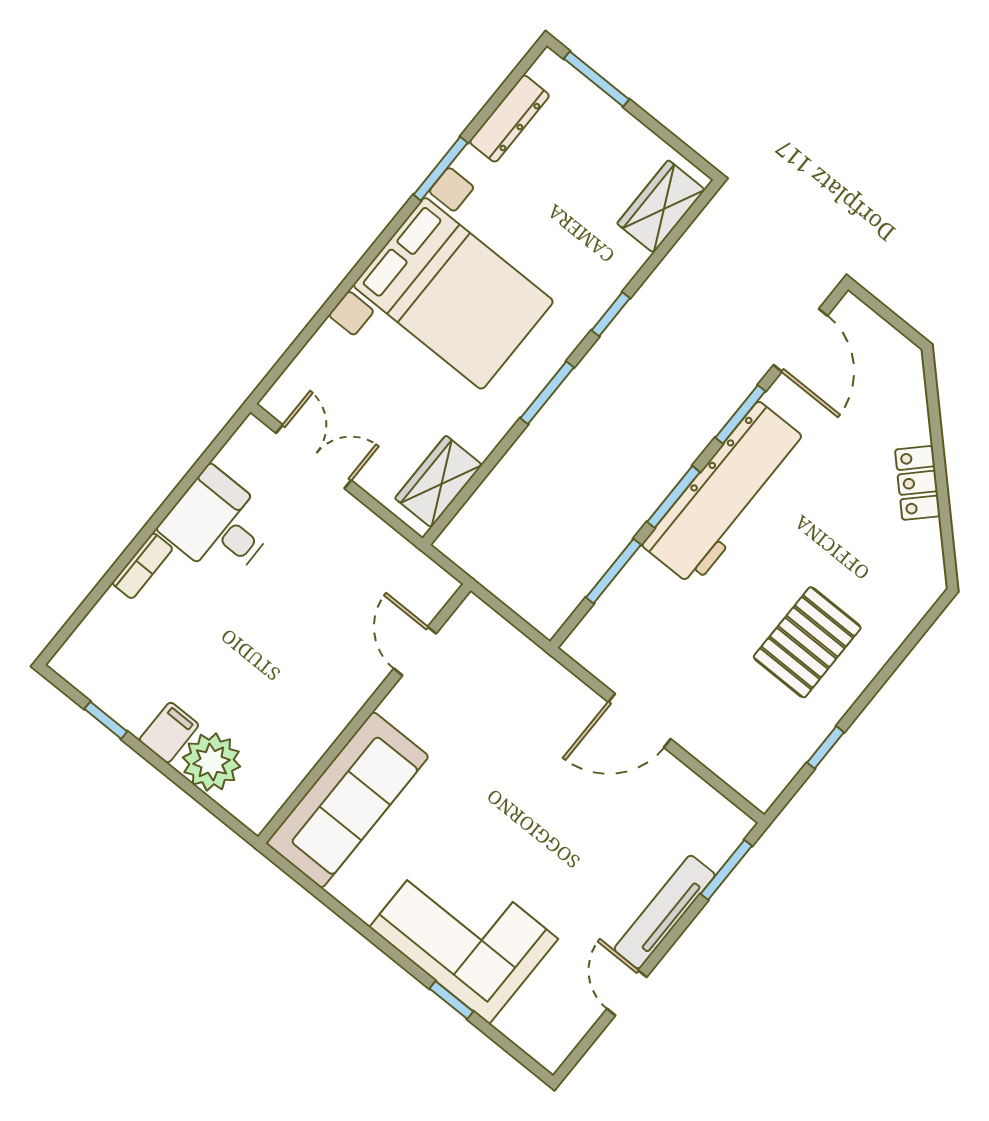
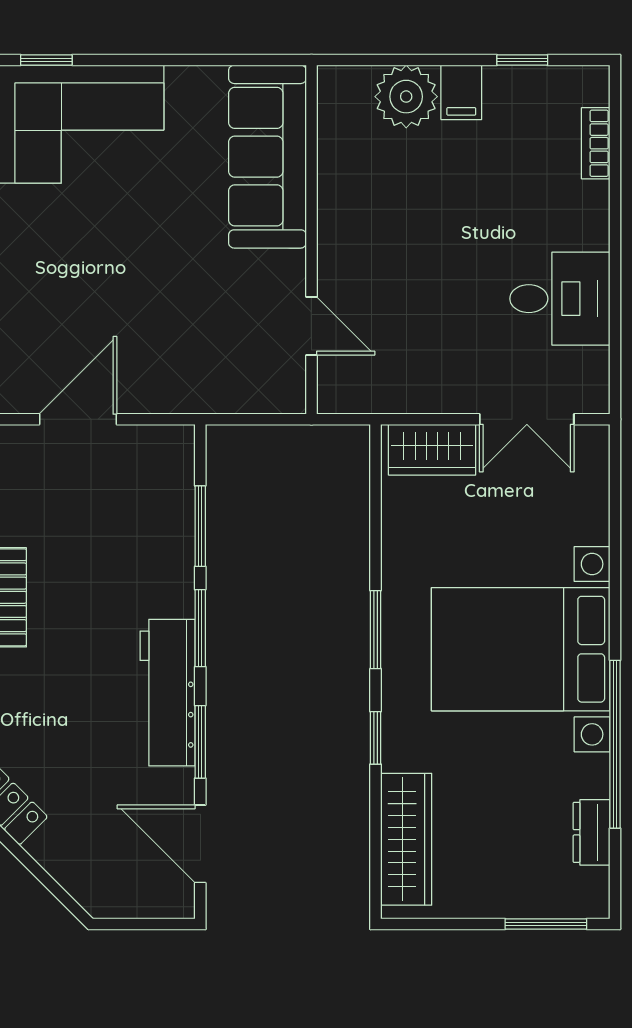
dresser: (509, 119) -> (592, 832), width x0.70
window: (441, 169) -> (615, 744), width x2.11
wardrobe: (661, 207) -> (406, 839), width x1.50
wardrobe: (439, 482) -> (432, 450), moved, turned 90
workbench: (726, 494) -> (168, 693), width x0.73, depth x0.76
bookcase: (142, 566) -> (596, 143), moved

